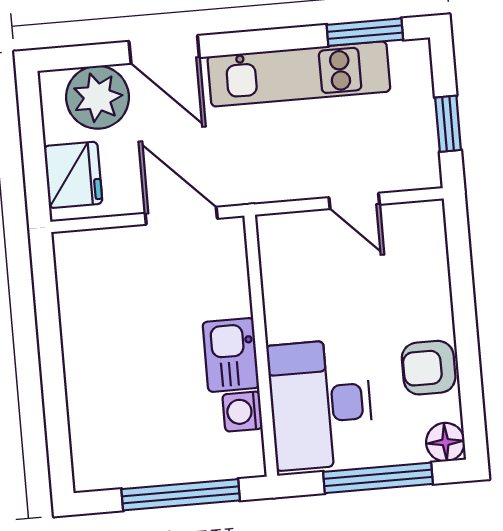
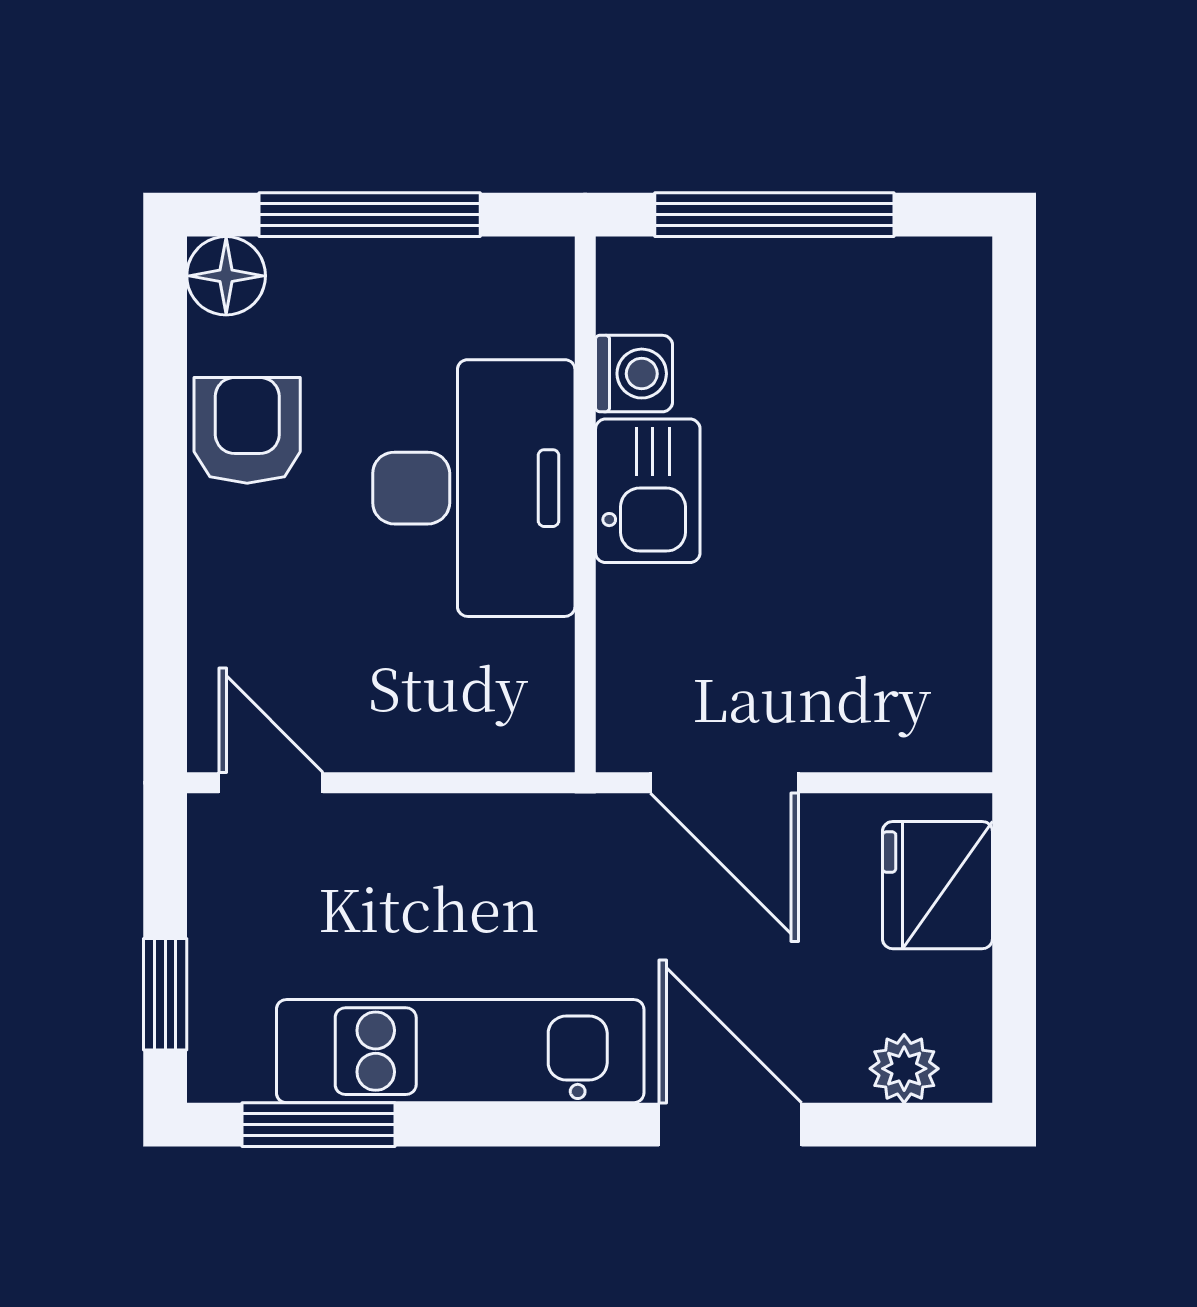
plant: (98, 97) -> (904, 1069), width x0.53, depth x0.53
window: (448, 124) -> (165, 994), moved
door: (354, 201) -> (271, 783), moved
armchair: (429, 368) -> (247, 430), turned -90
desk: (321, 404) -> (474, 488), moved

